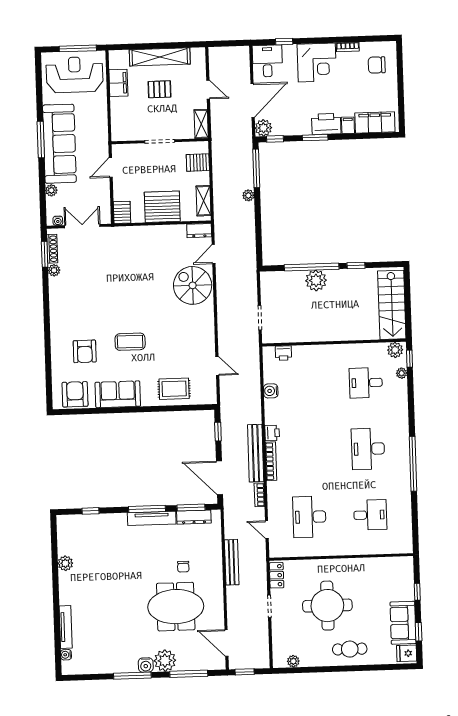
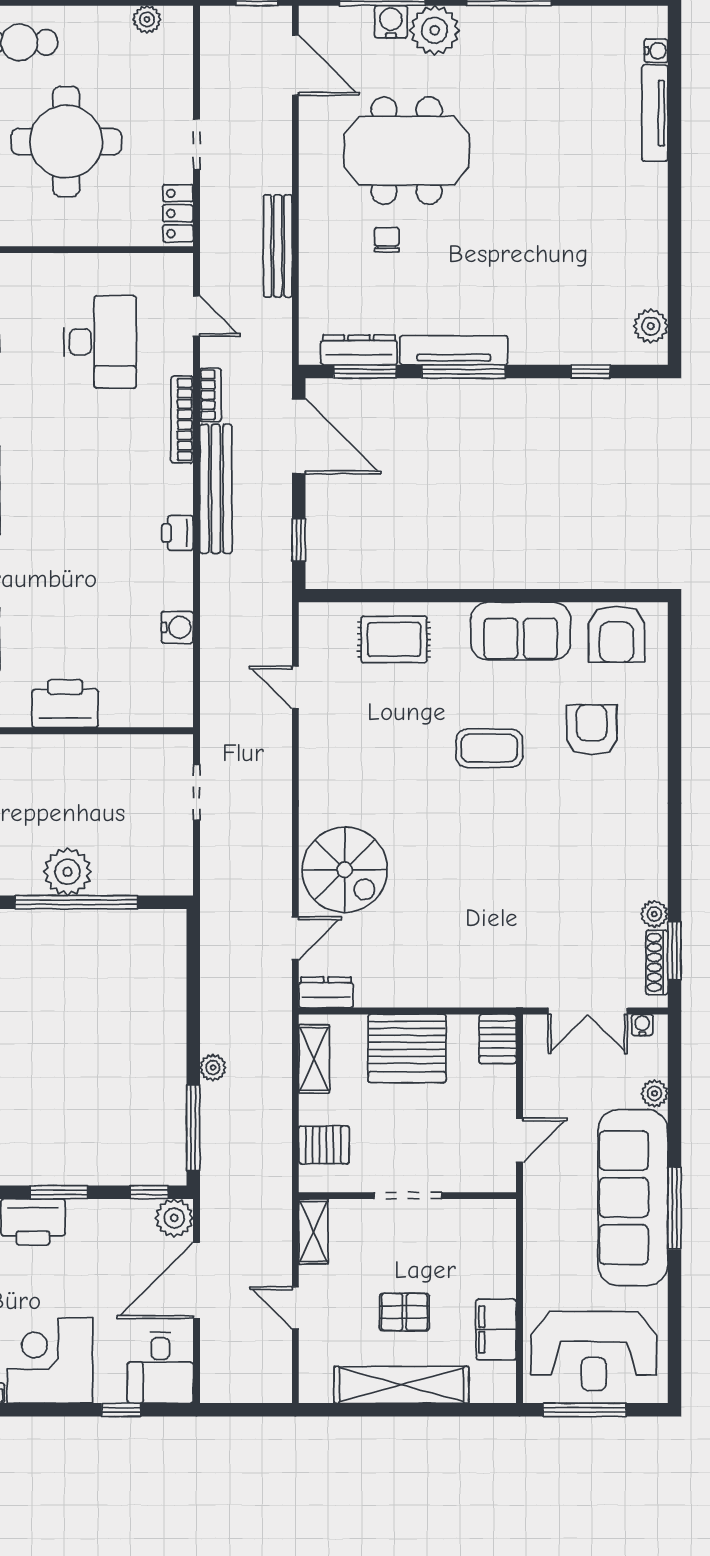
printer: (283, 353) -> (65, 704), moved, width x1.87, depth x1.48
bookcase: (271, 461) -> (182, 420), moved
plant: (65, 563) -> (651, 326), moved
water cooler: (146, 665) -> (391, 22), moved

